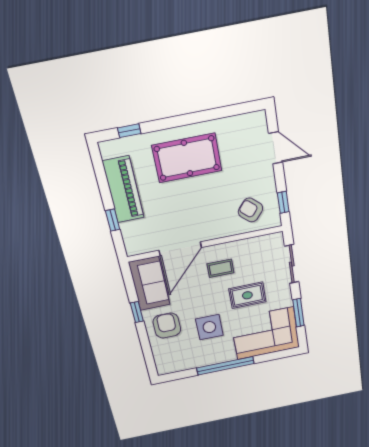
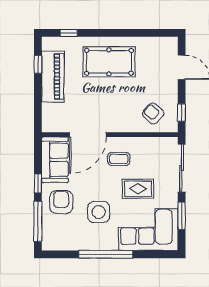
window: (113, 220) -> (38, 64), moved
sliding door: (292, 264) -> (182, 168), width x1.37
window: (147, 349) -> (38, 221), added

